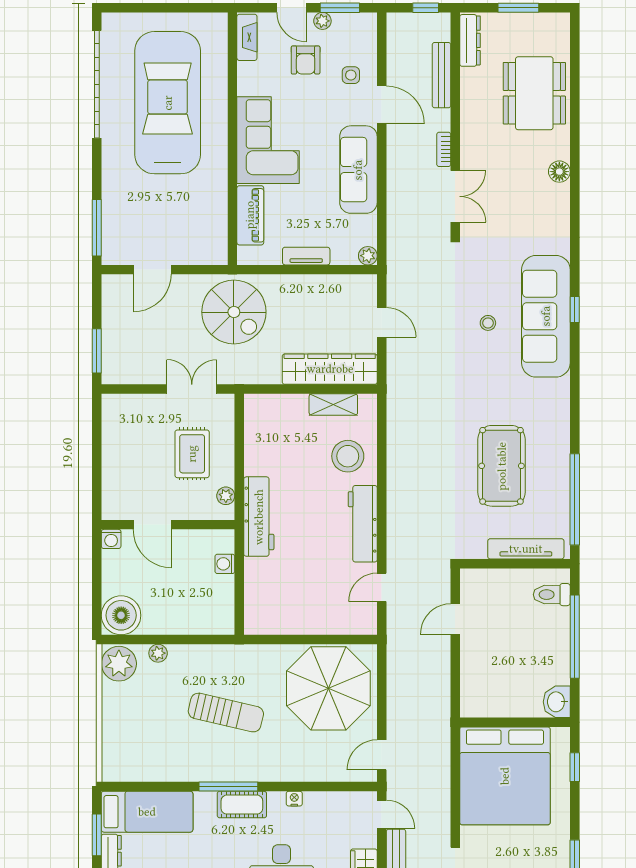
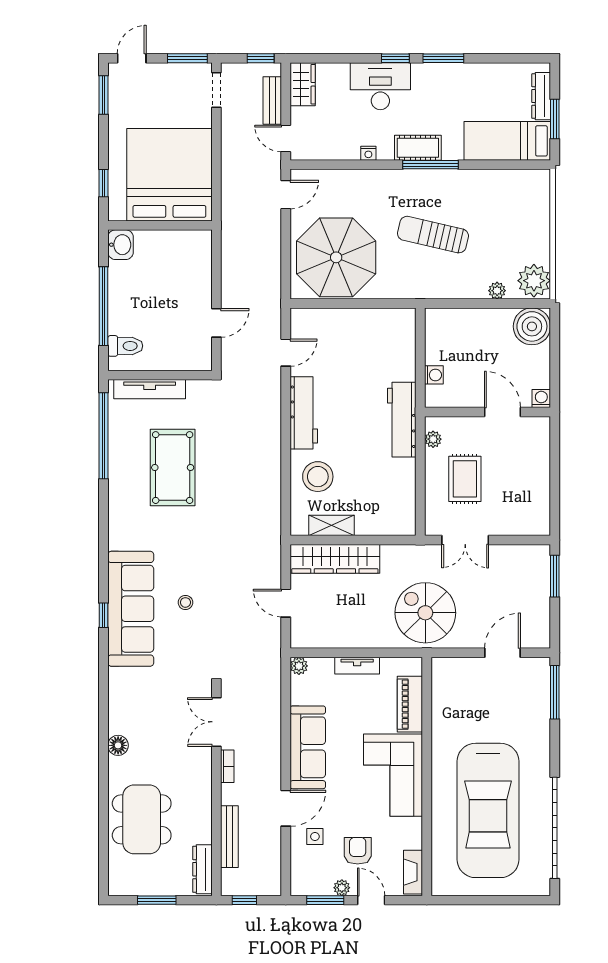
door: (382, 105) -> (286, 808), swing flipped

